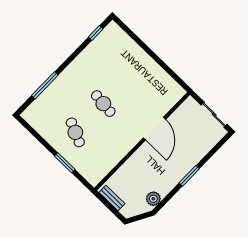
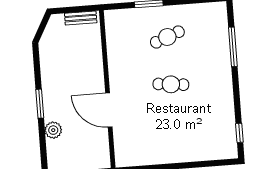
cafe table: (75, 132) -> (167, 37), turned -45
plant: (153, 199) -> (53, 130), moved

